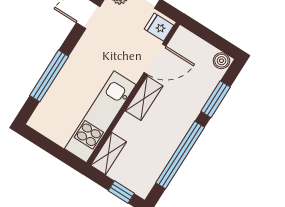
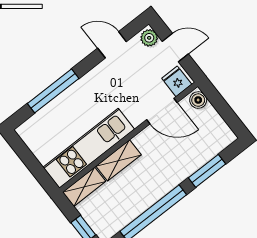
boiler: (221, 61) -> (198, 100), moved
shelving: (144, 98) -> (119, 160), moved

